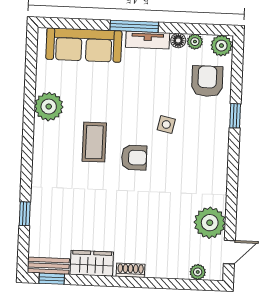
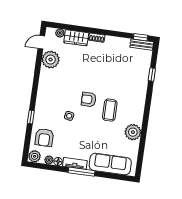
wardrobe: (92, 263) -> (76, 38), moved

